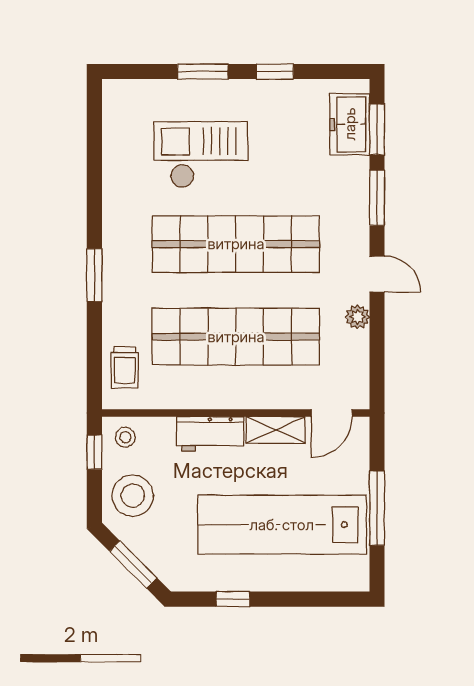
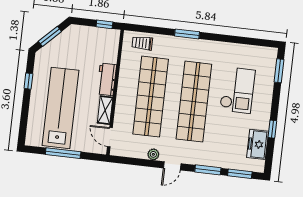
window: (203, 71) -> (279, 71), moved
freezer: (350, 124) -> (258, 144), moved, turned -90
stool: (125, 437) -> (110, 40), removed
stool: (133, 496) -> (82, 40), removed

